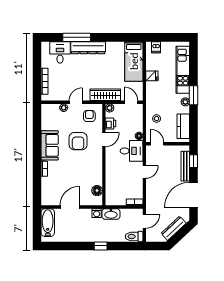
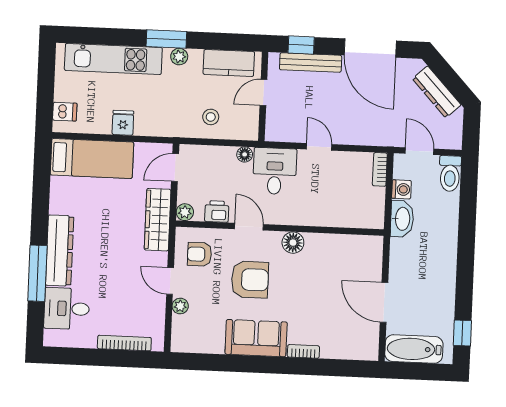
door: (157, 144) -> (263, 92), moved
floor lamp: (97, 191) -> (293, 243), moved
washing machine: (97, 213) -> (401, 189), moved
window: (101, 246) -> (462, 333), moved

